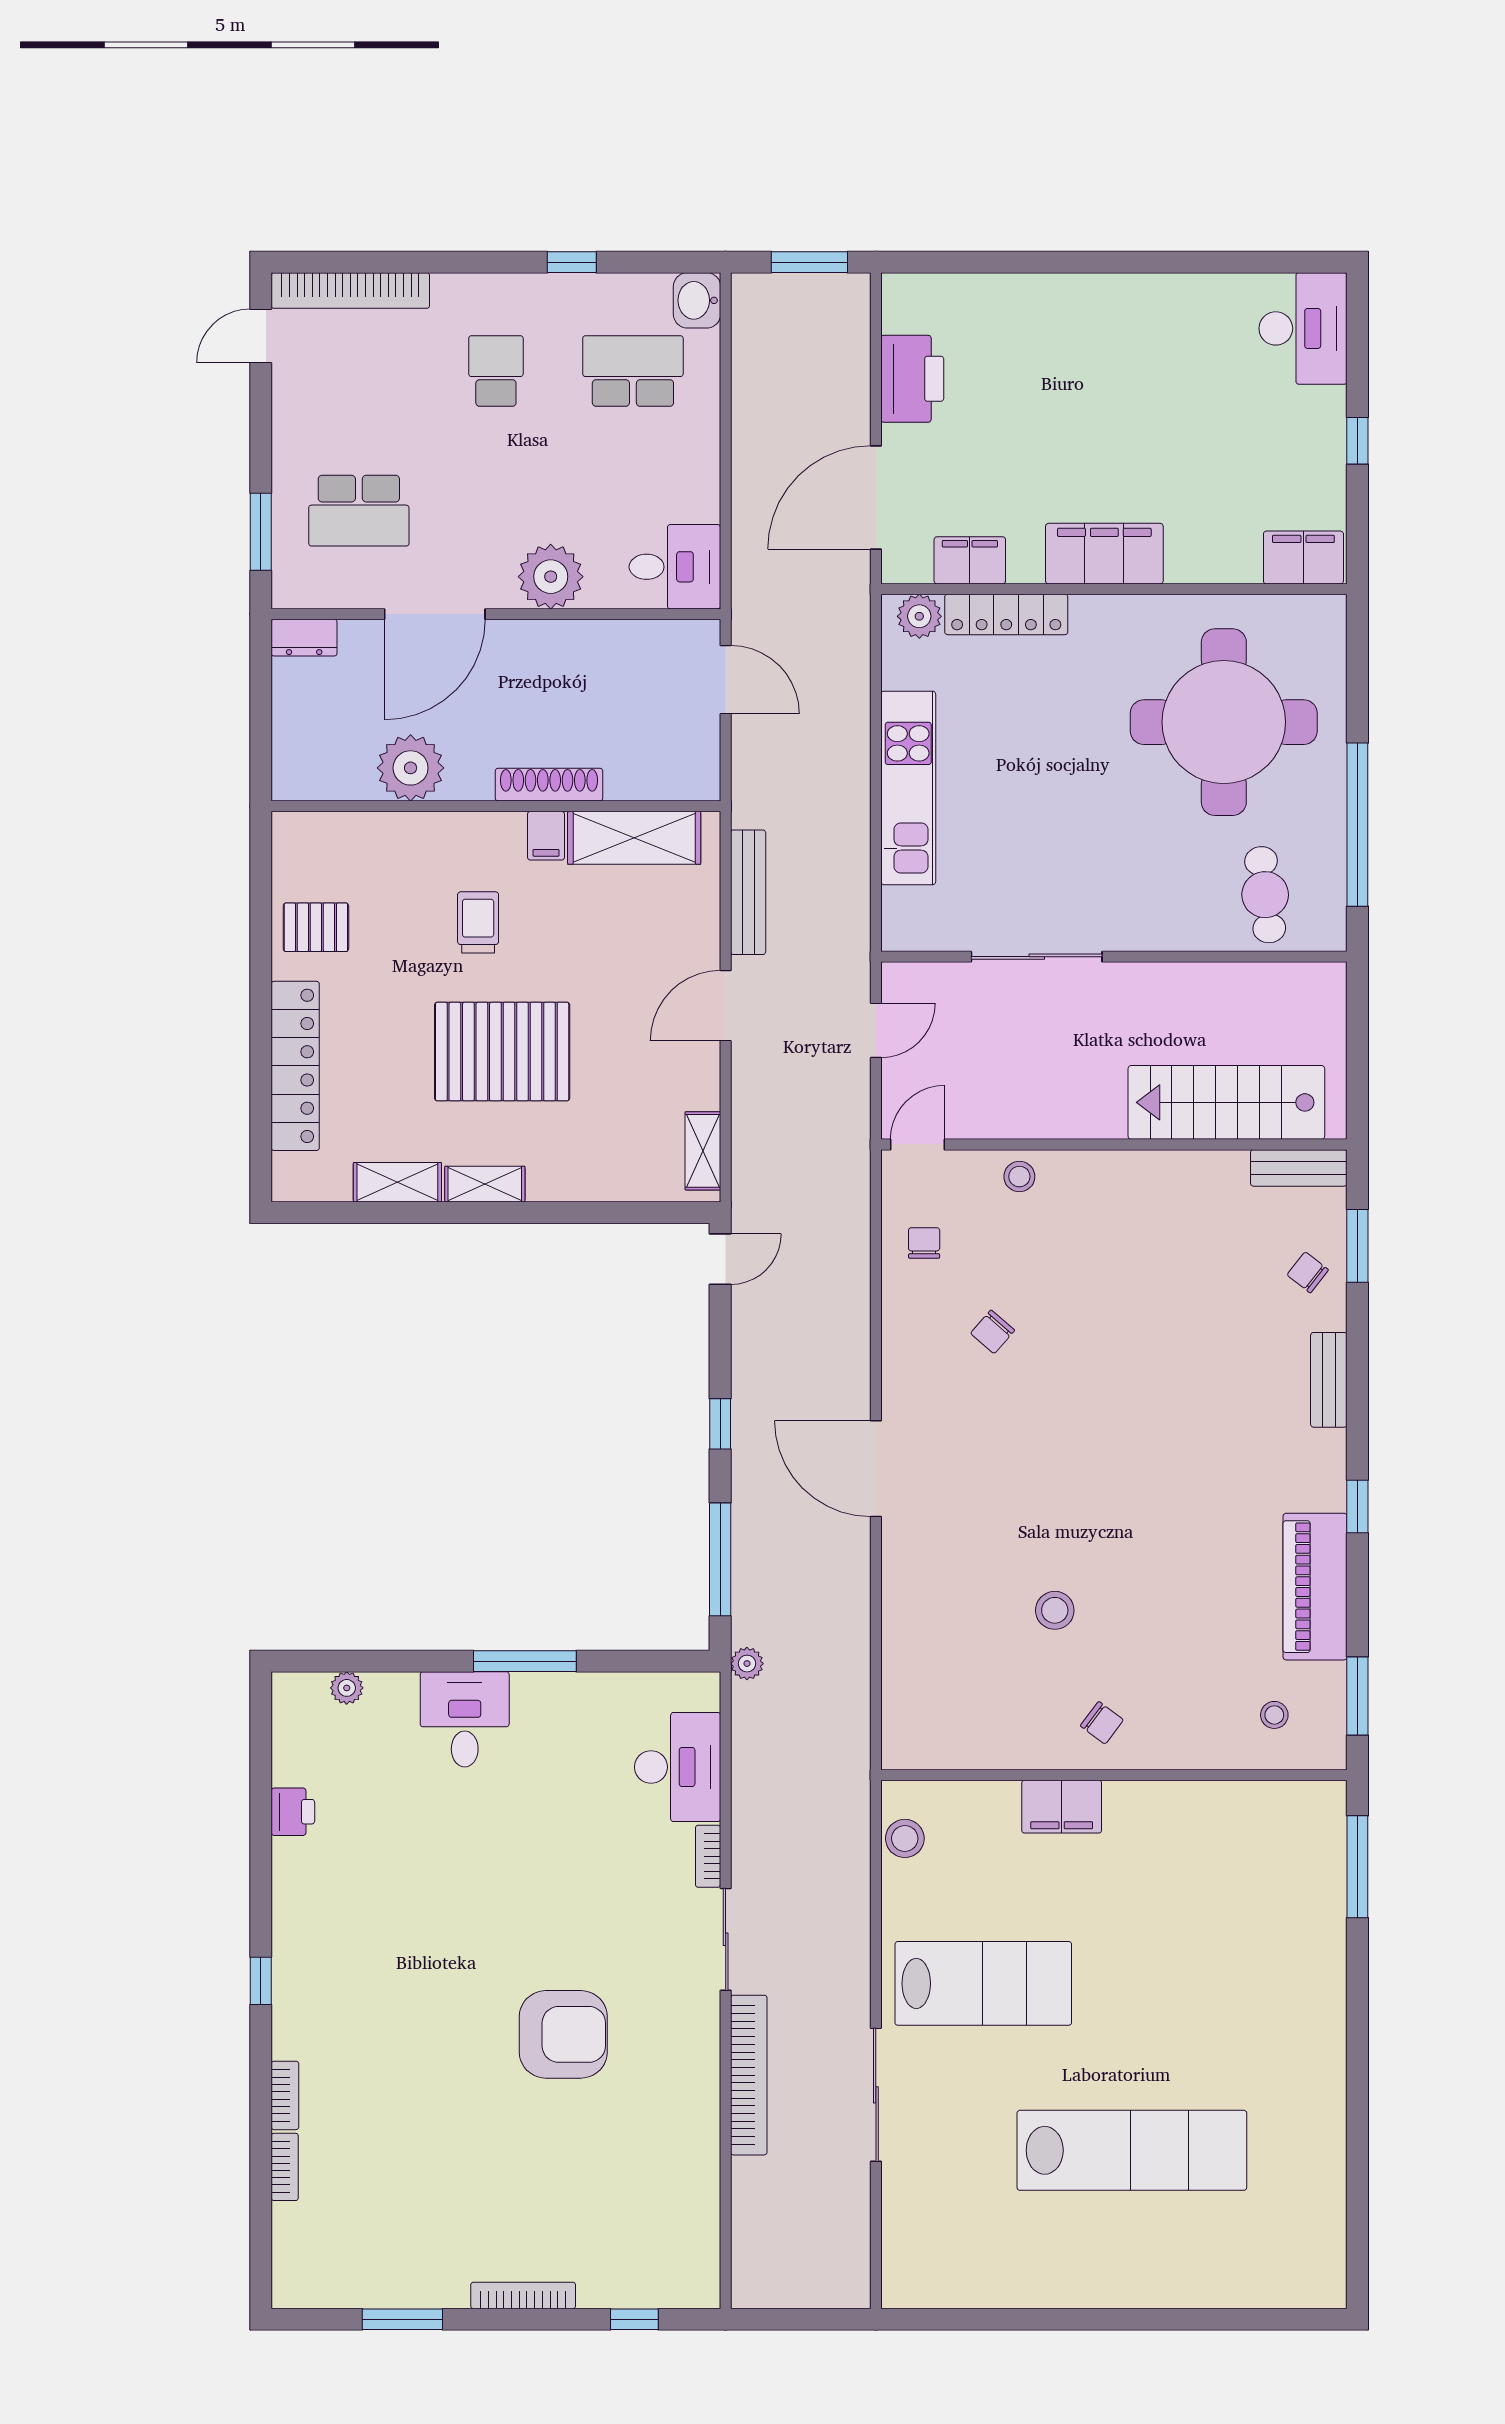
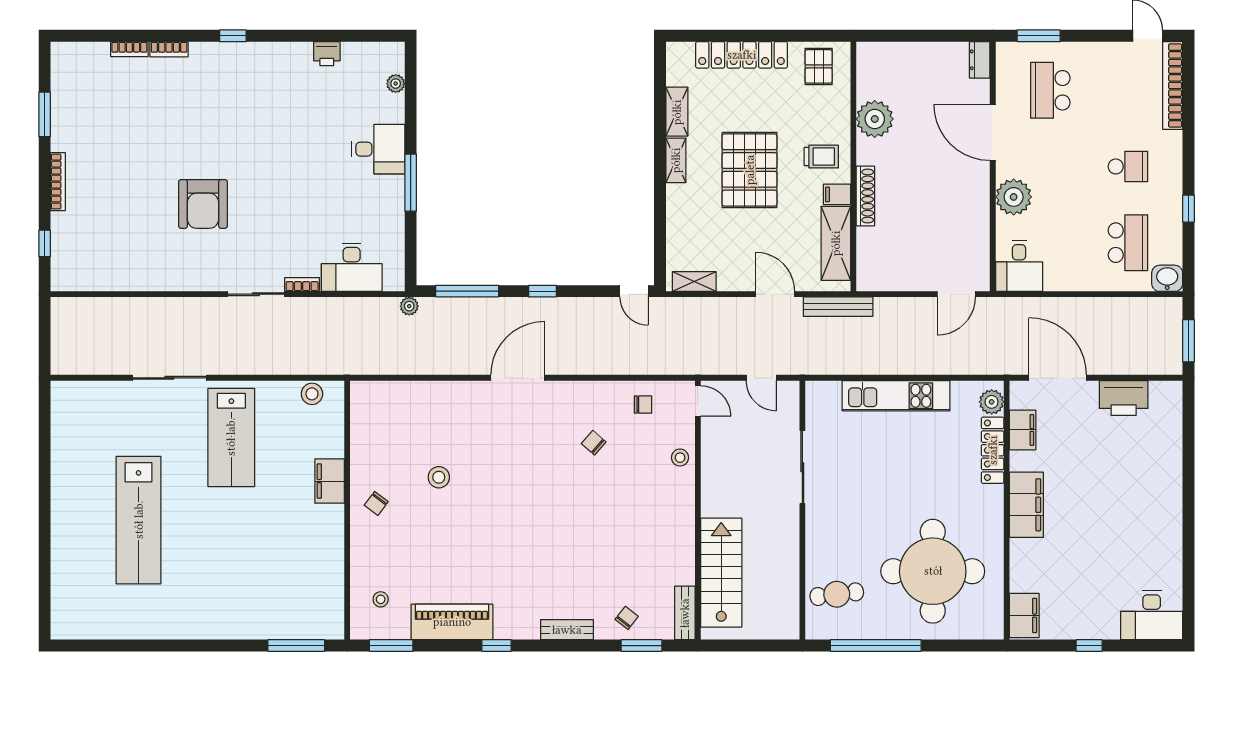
plant: (411, 768) -> (875, 119), moved
shoe rack: (549, 785) -> (865, 196), moved
wall: (496, 806) -> (853, 166), moved
filing cabinet: (546, 836) -> (837, 194), moved
shelving: (634, 838) -> (836, 243), moved
bookcase: (749, 2075) -> (180, 307), removed

